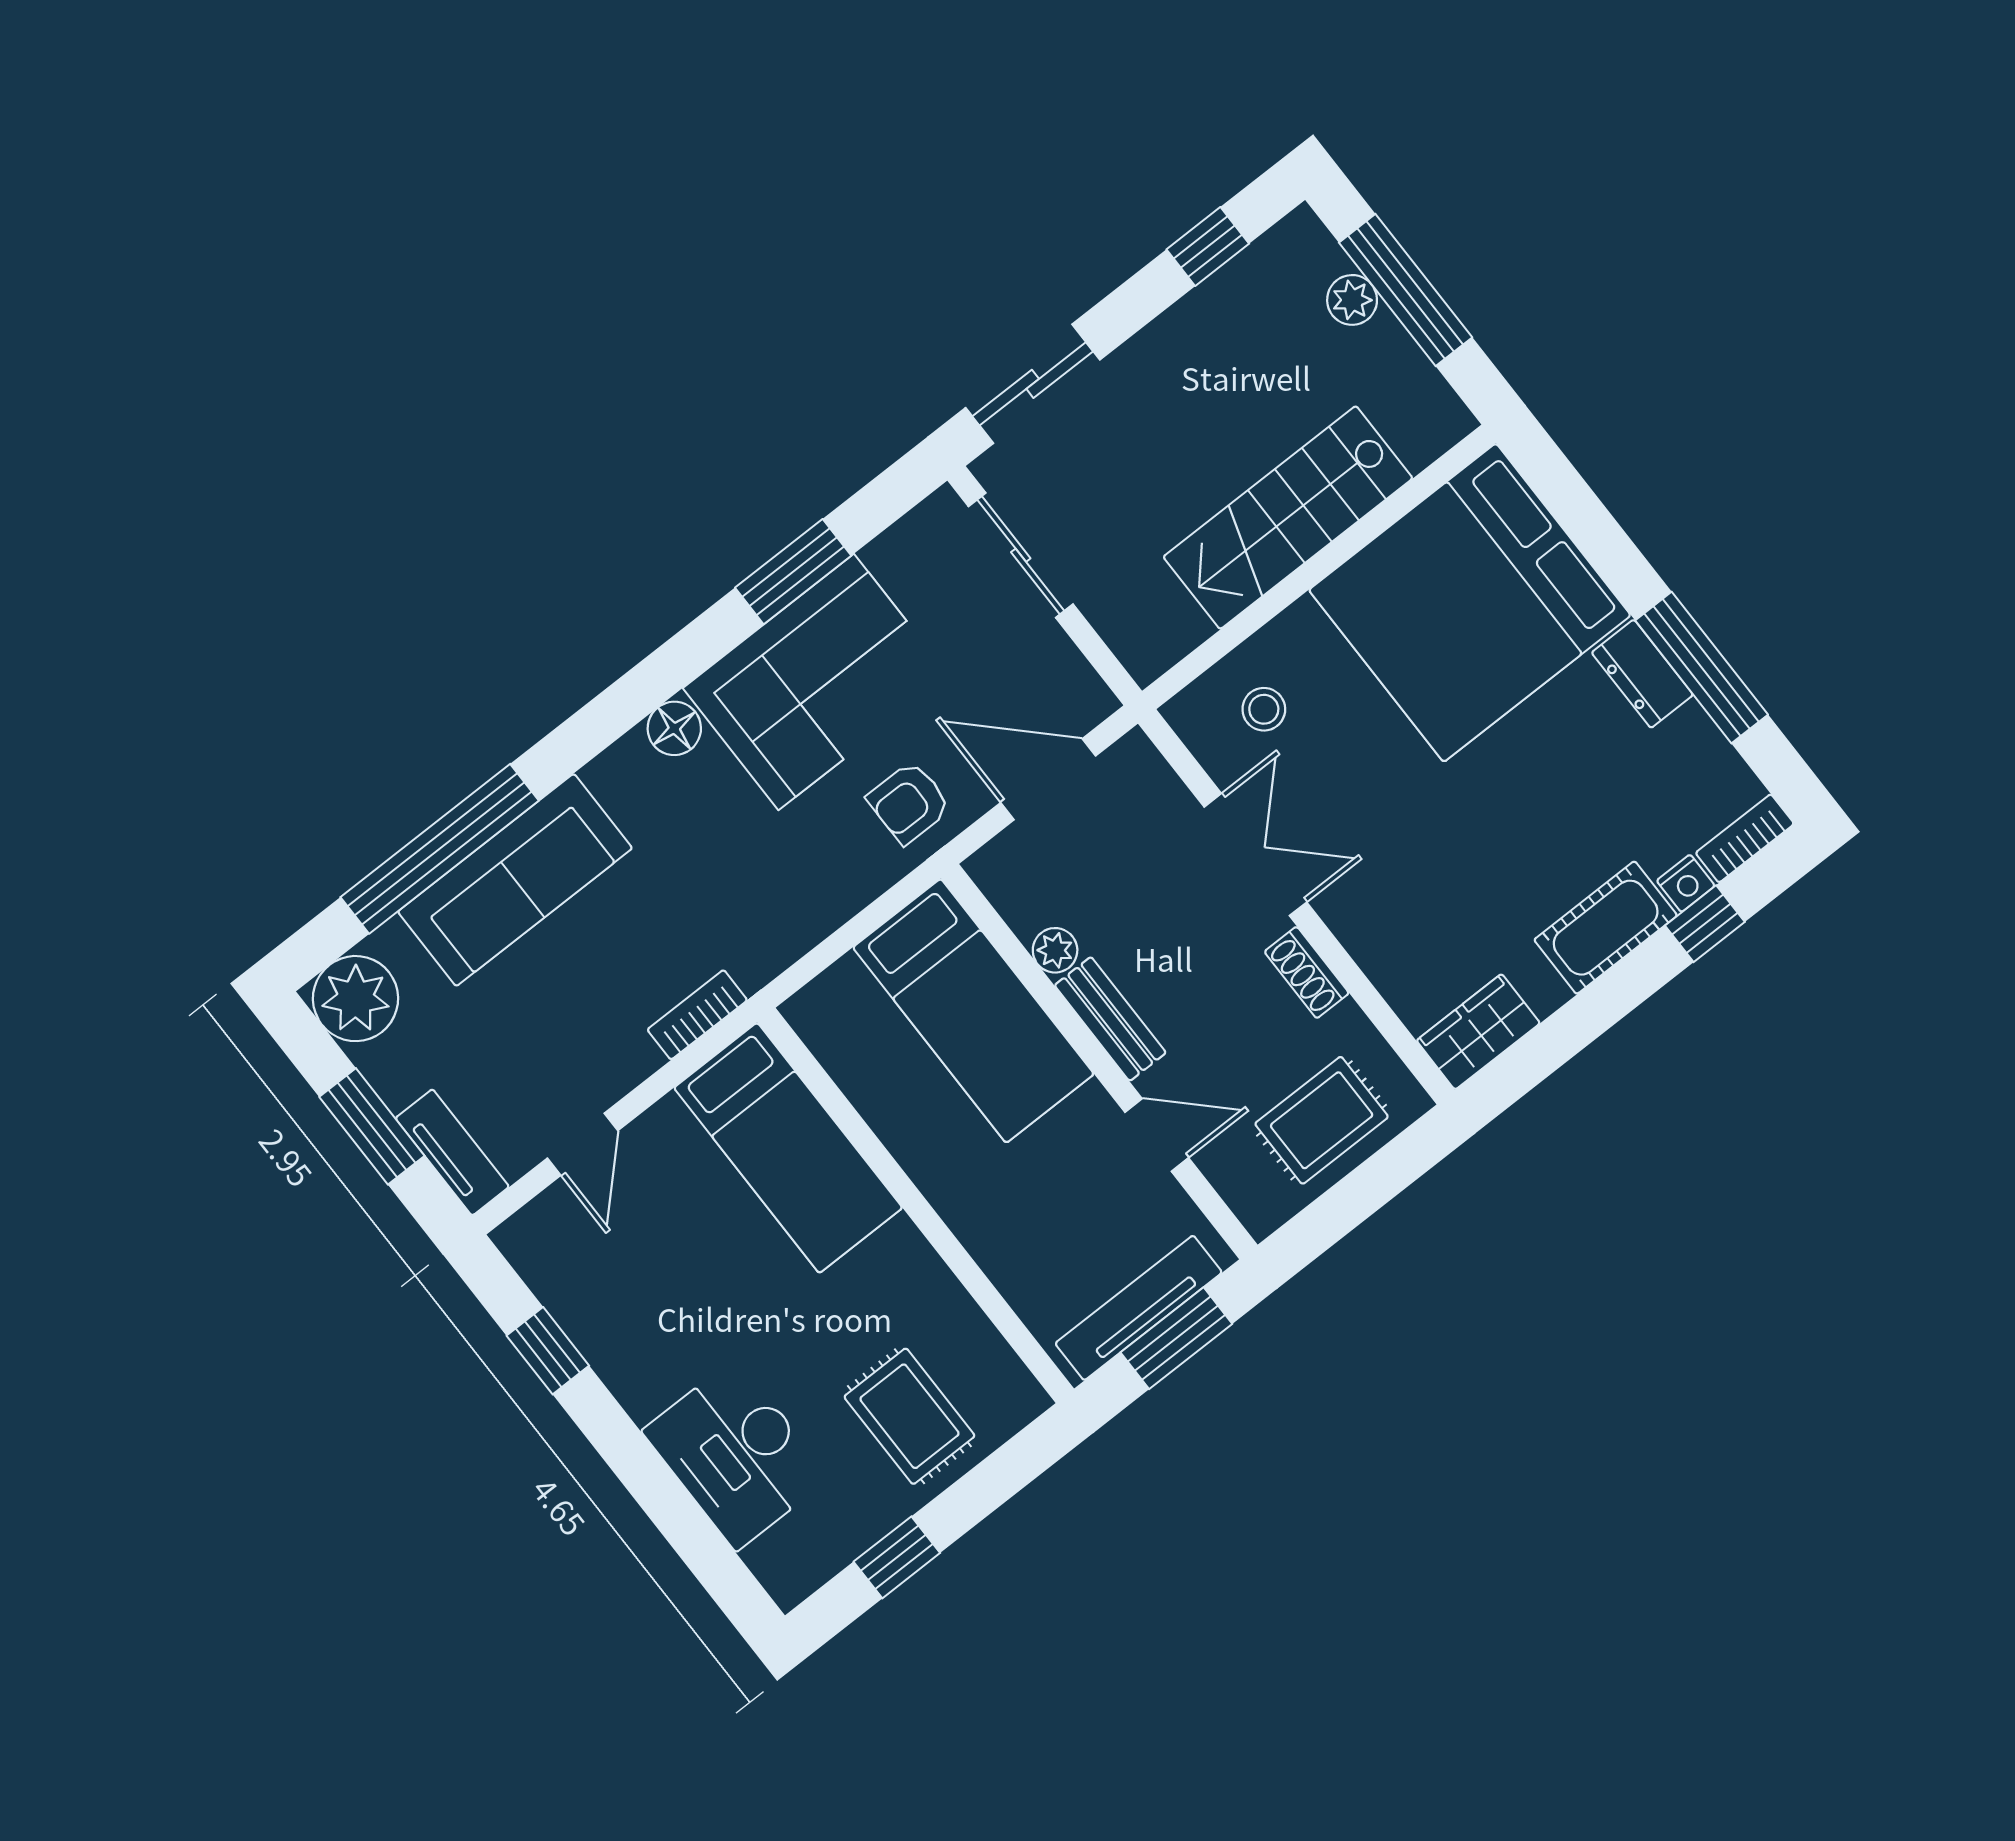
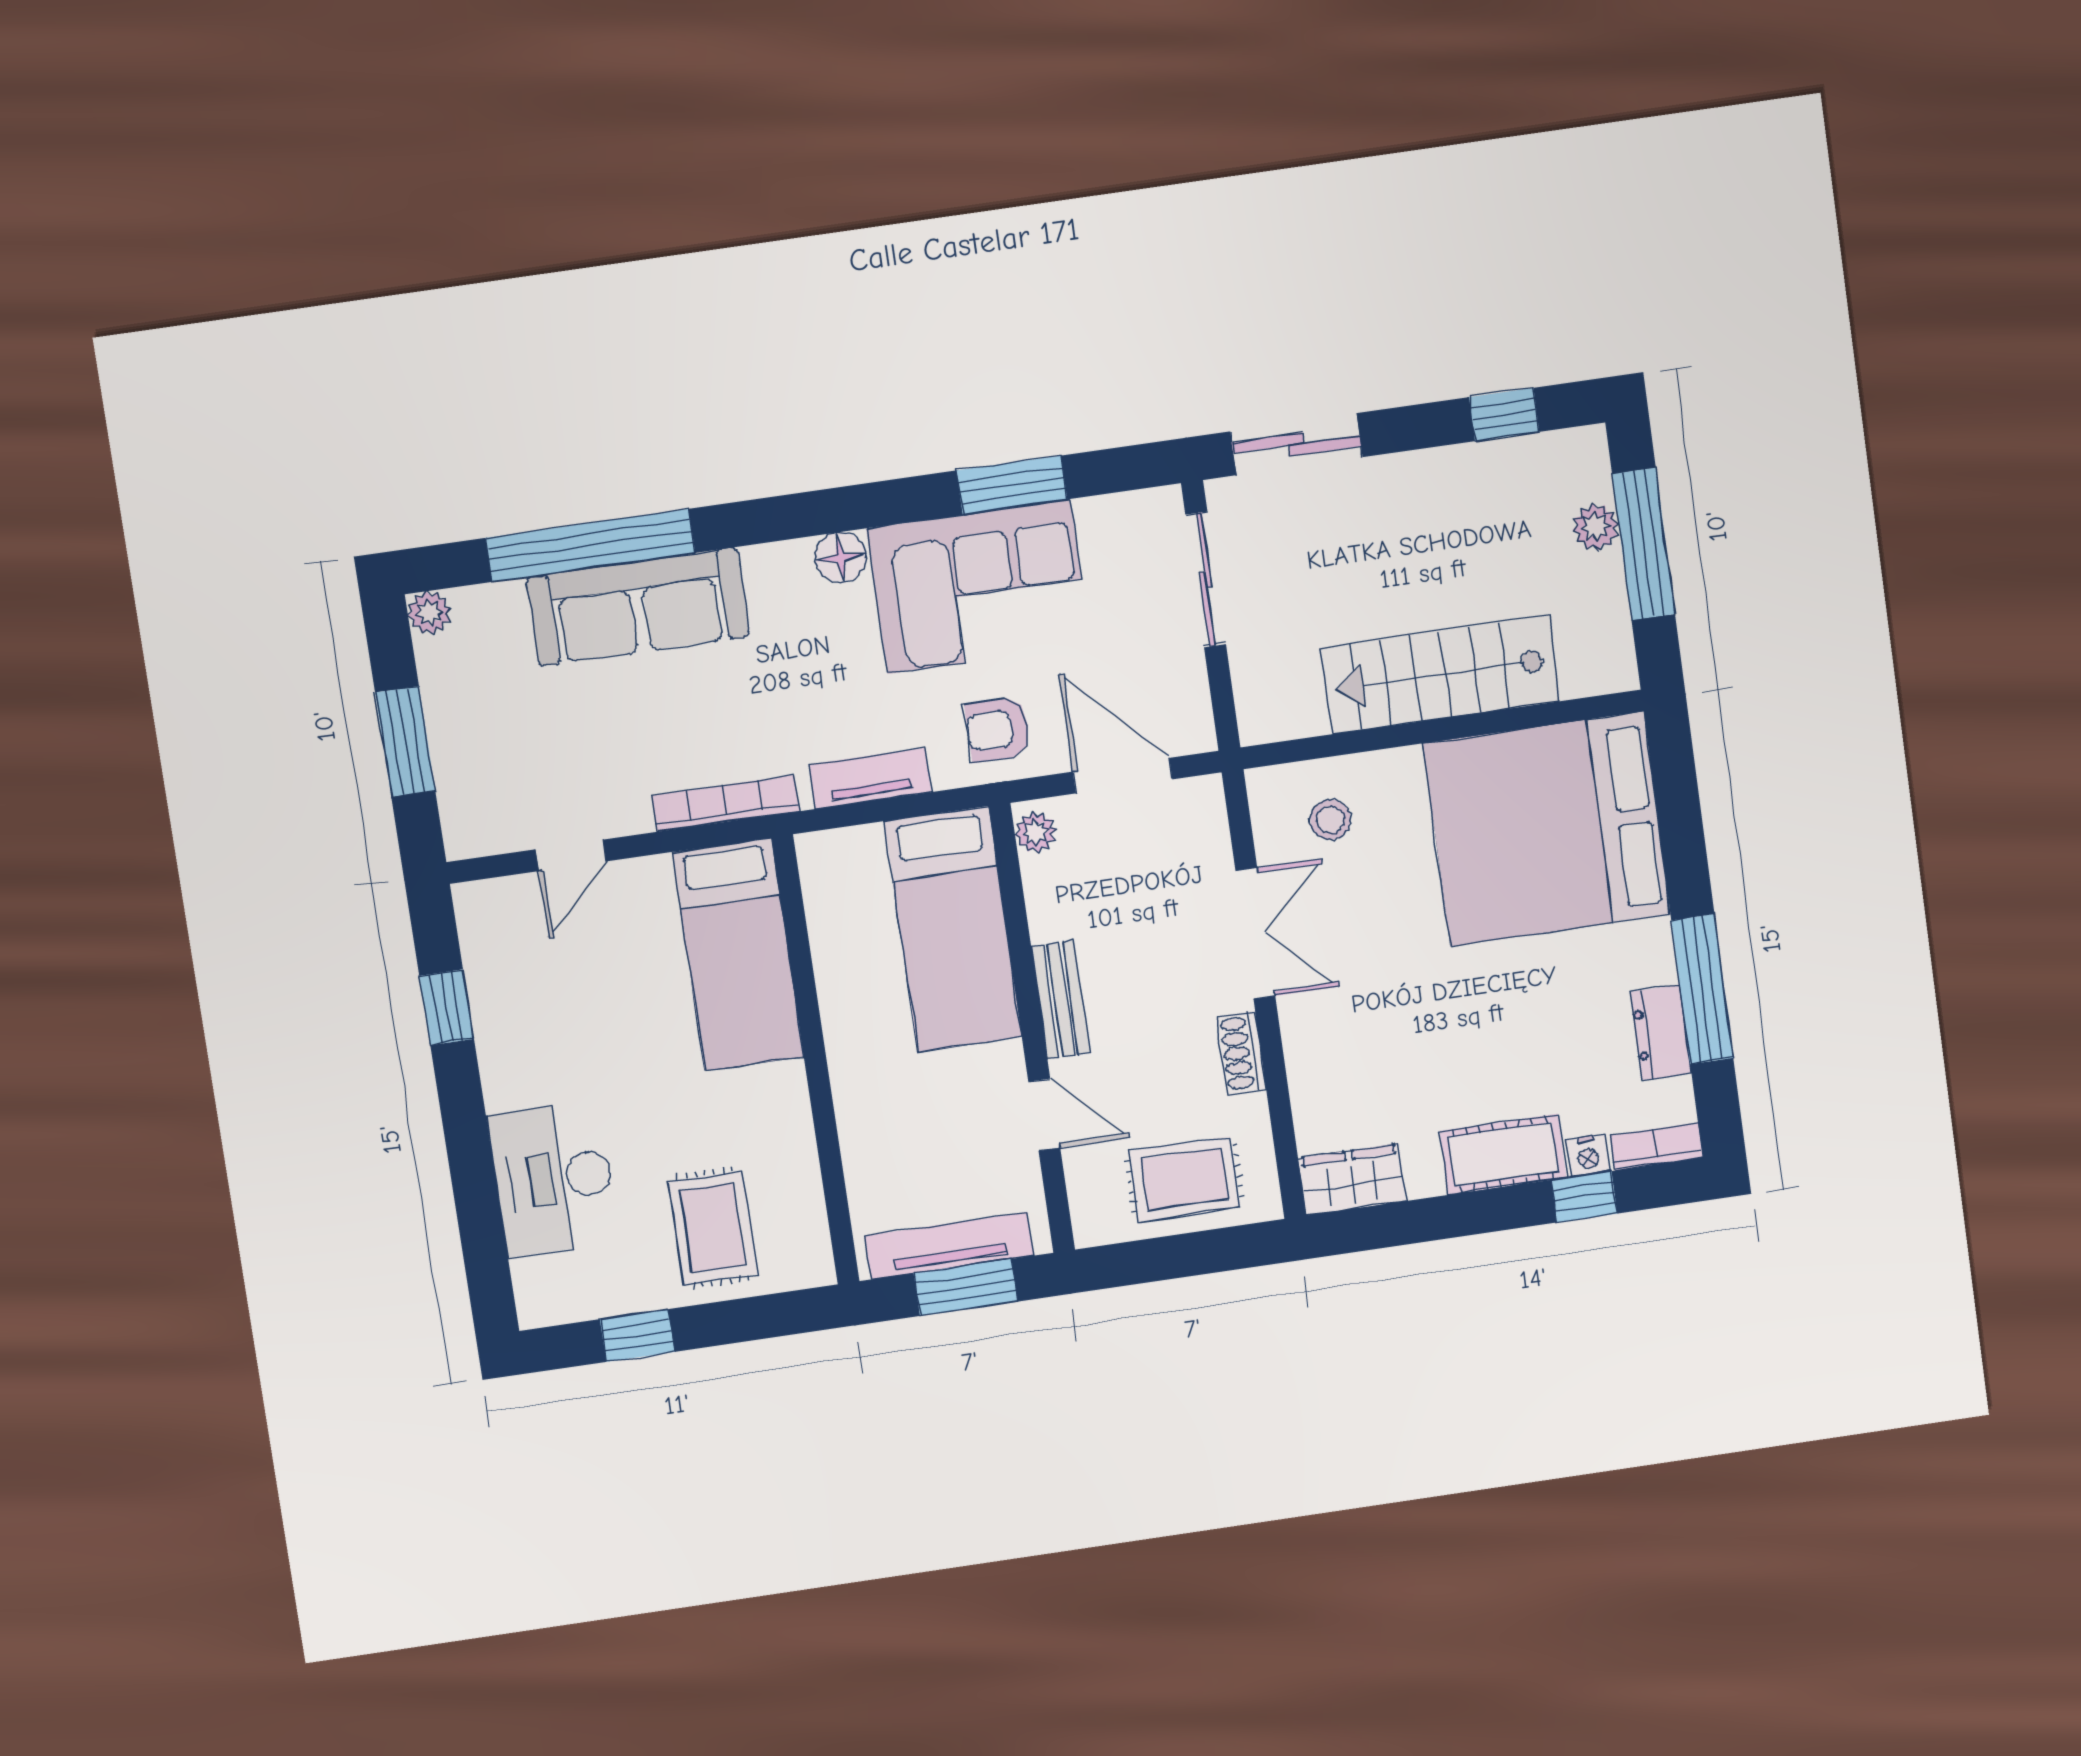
dresser: (1642, 674) -> (1661, 1033), moved
plant: (1055, 950) -> (1036, 832), moved
plant: (356, 999) -> (429, 613), width x0.53, depth x0.53
bookcase: (697, 1015) -> (725, 803), width x1.56
tv unit: (452, 1152) -> (870, 778), moved, turned -90

